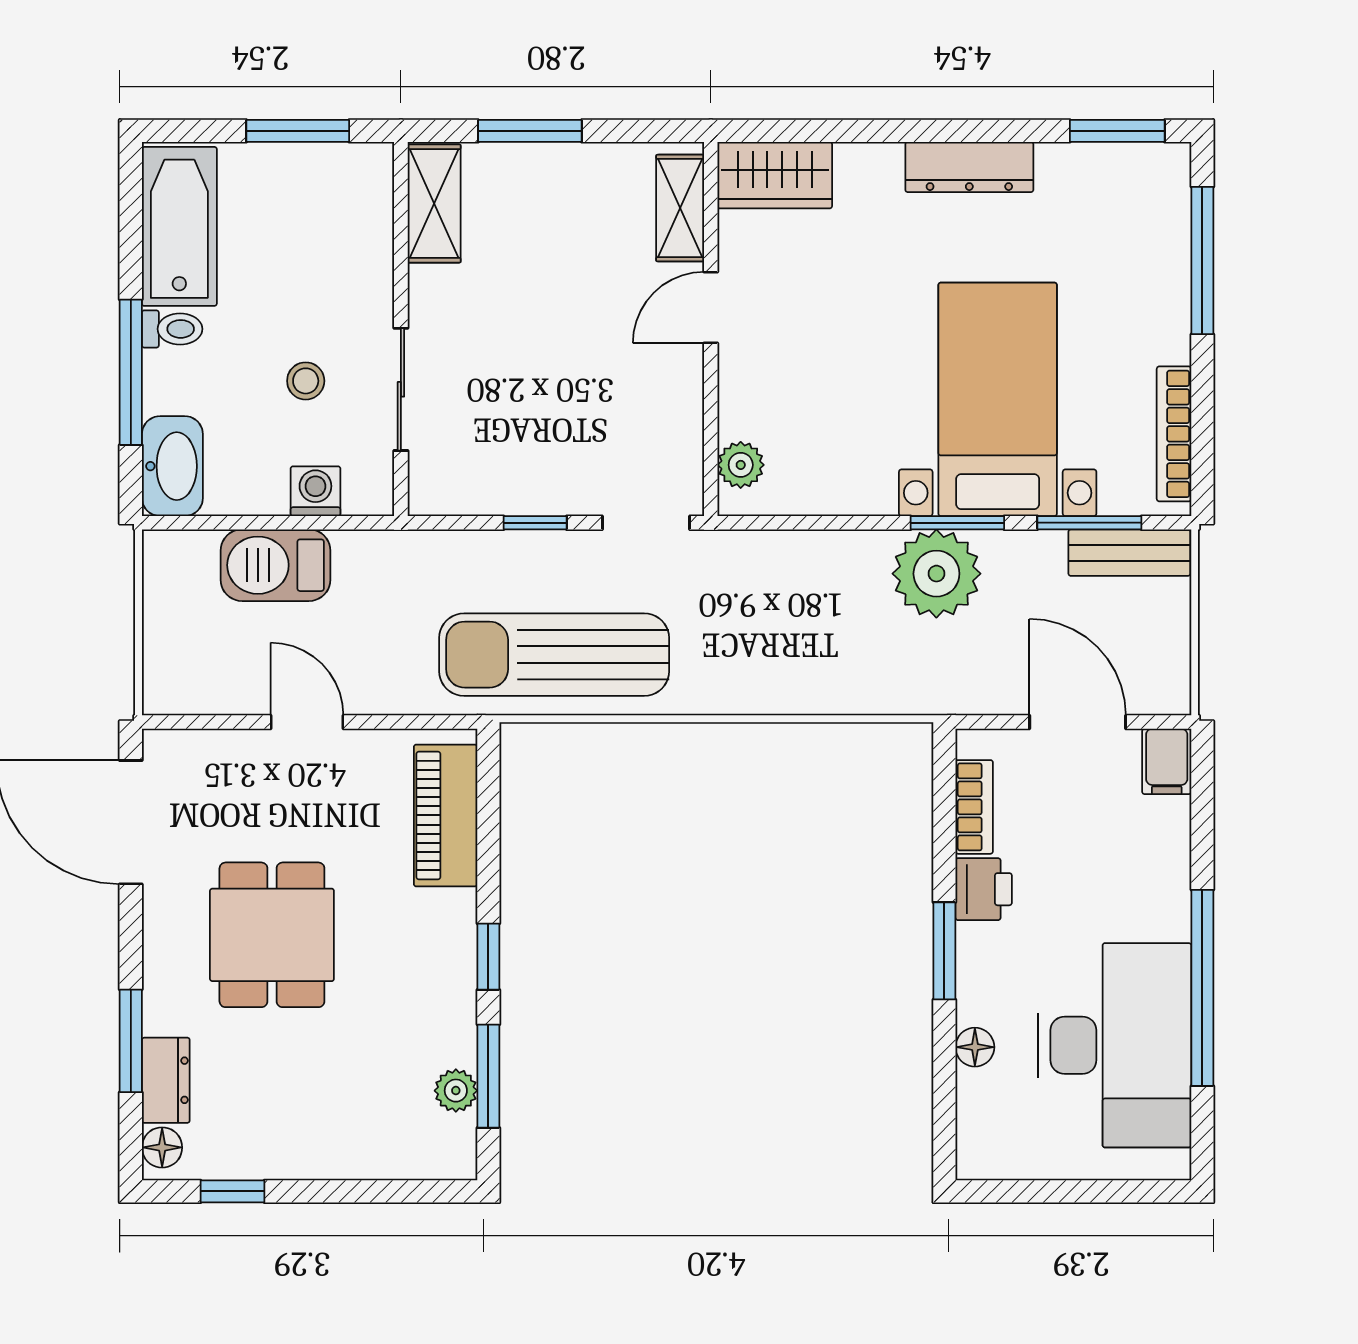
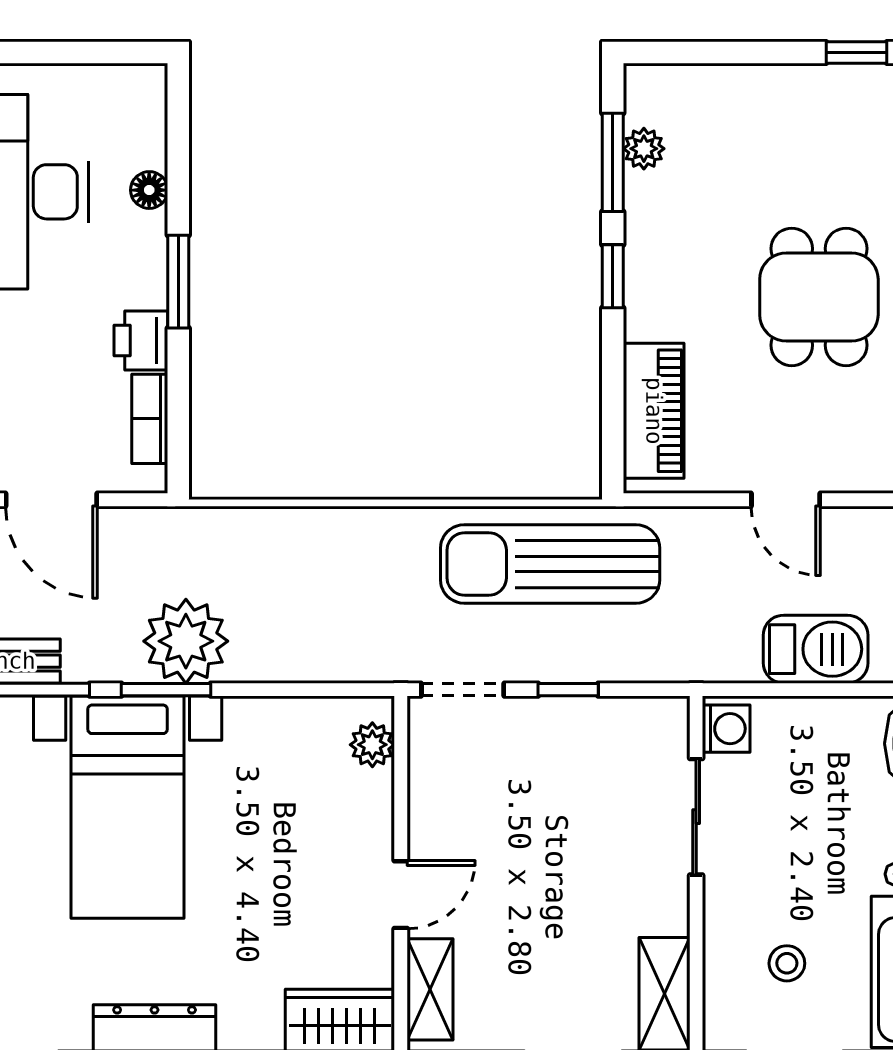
stool: (306, 381) -> (787, 963), moved
washing machine: (315, 491) -> (726, 729), moved, turned -90
sun lounger: (554, 655) -> (550, 564), turned 180

